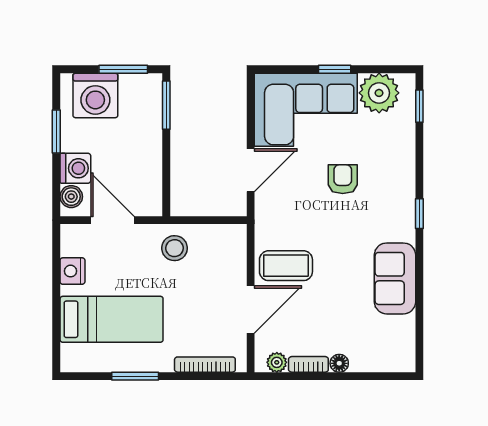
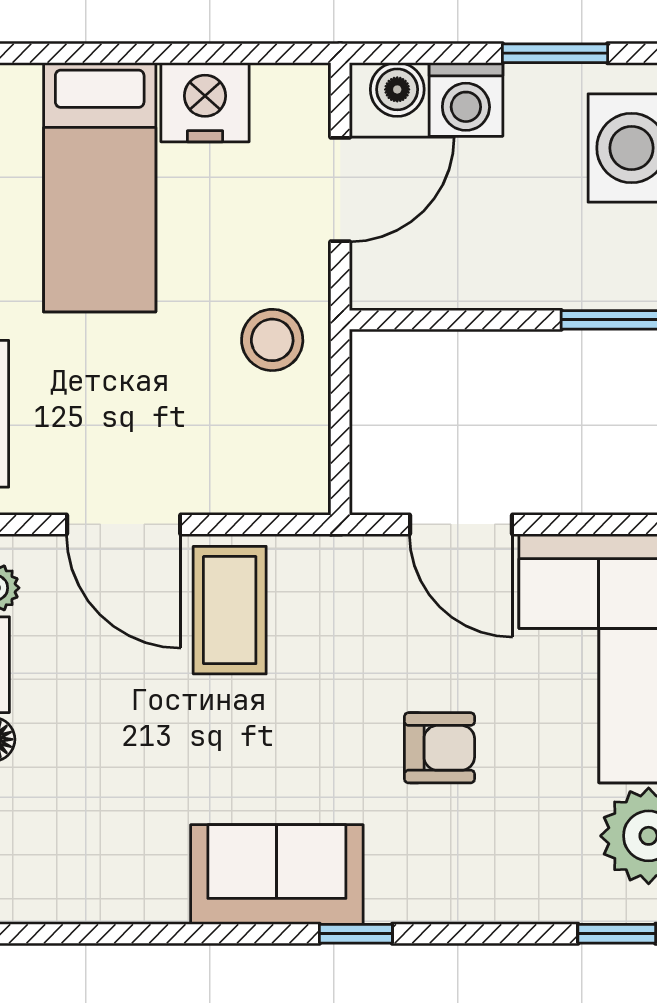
nightstand: (72, 271) -> (205, 102), width x1.36, depth x1.33
sofa: (395, 278) -> (277, 875), moved

